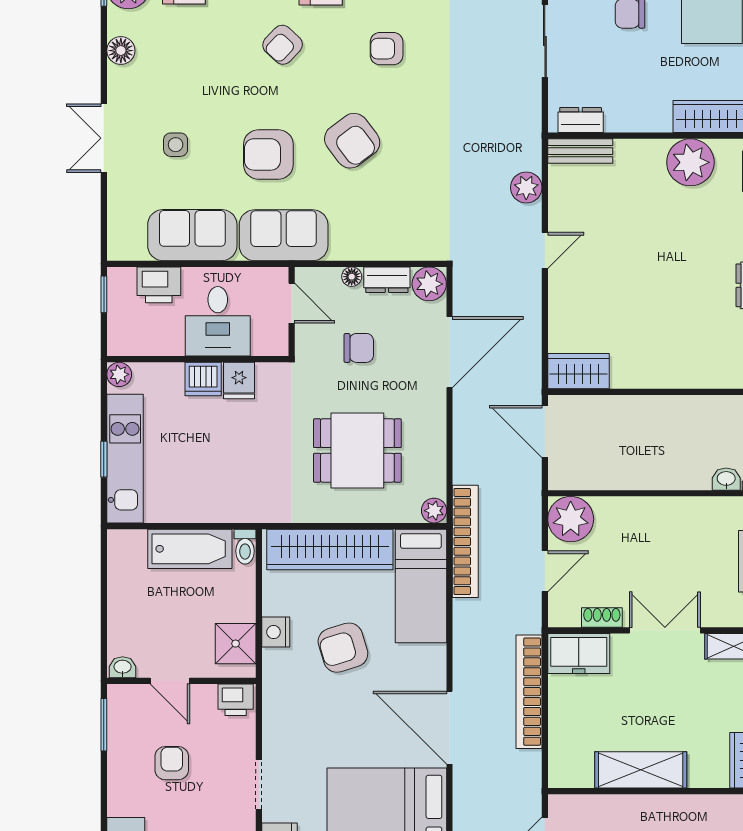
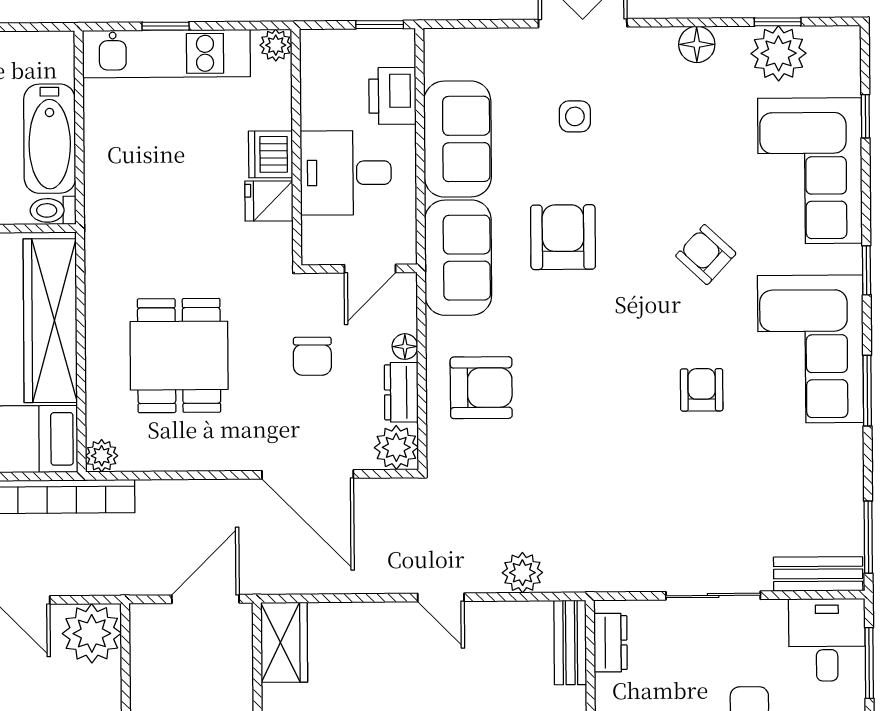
armchair: (352, 141) -> (481, 388), moved, turned -143

